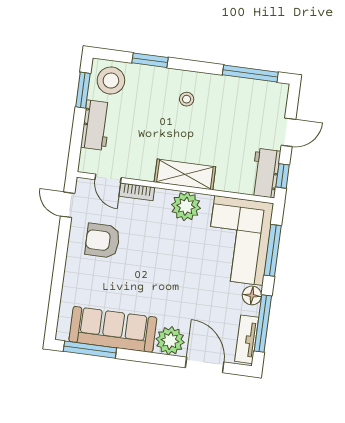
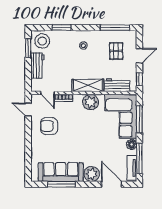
pallet: (246, 117) -> (116, 51), added
workbench: (265, 173) -> (117, 85), moved, turned 90
window: (90, 350) -> (61, 184), moved

